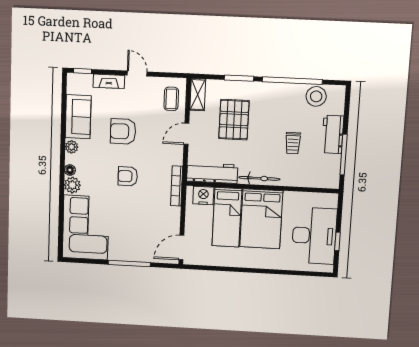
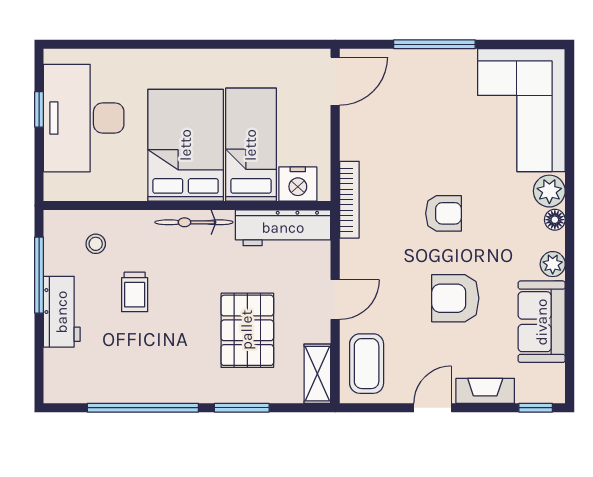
door: (137, 73) -> (433, 408), swing flipped
stool: (316, 96) -> (96, 244), moved, width x0.53, depth x0.53
coffee table: (171, 99) -> (367, 364), width x1.36, depth x1.30
armchair: (123, 131) -> (455, 298), turned 180
trolley: (293, 143) -> (135, 292), turned 180

